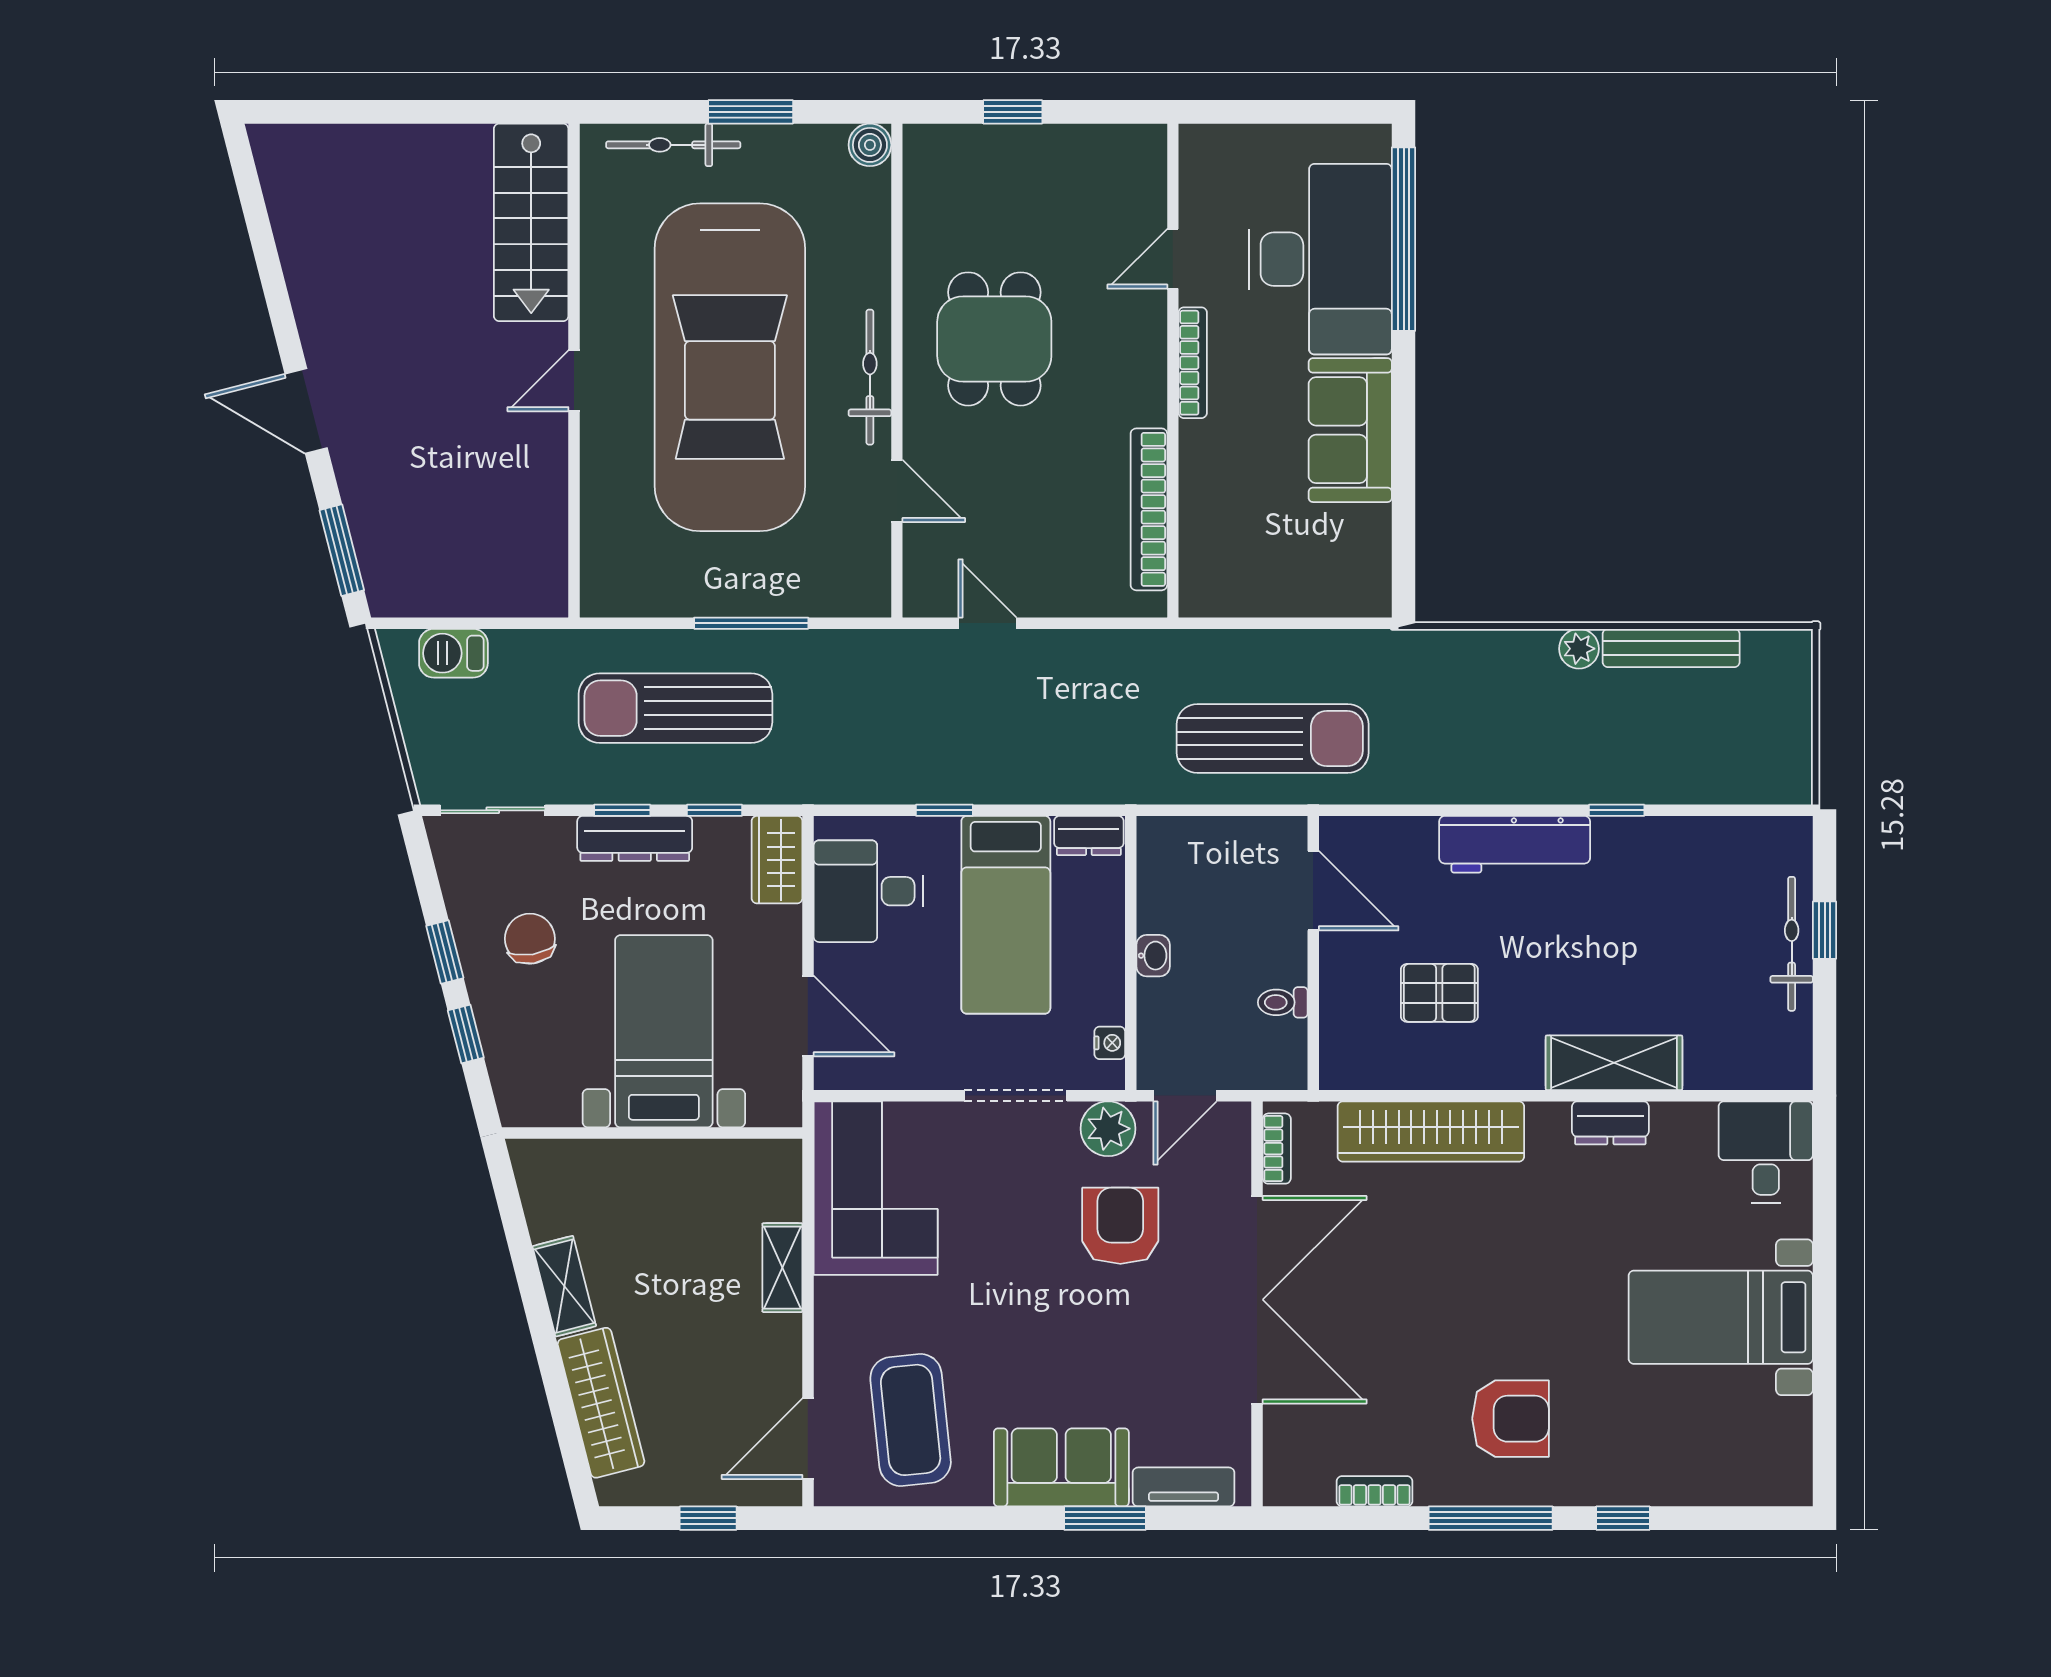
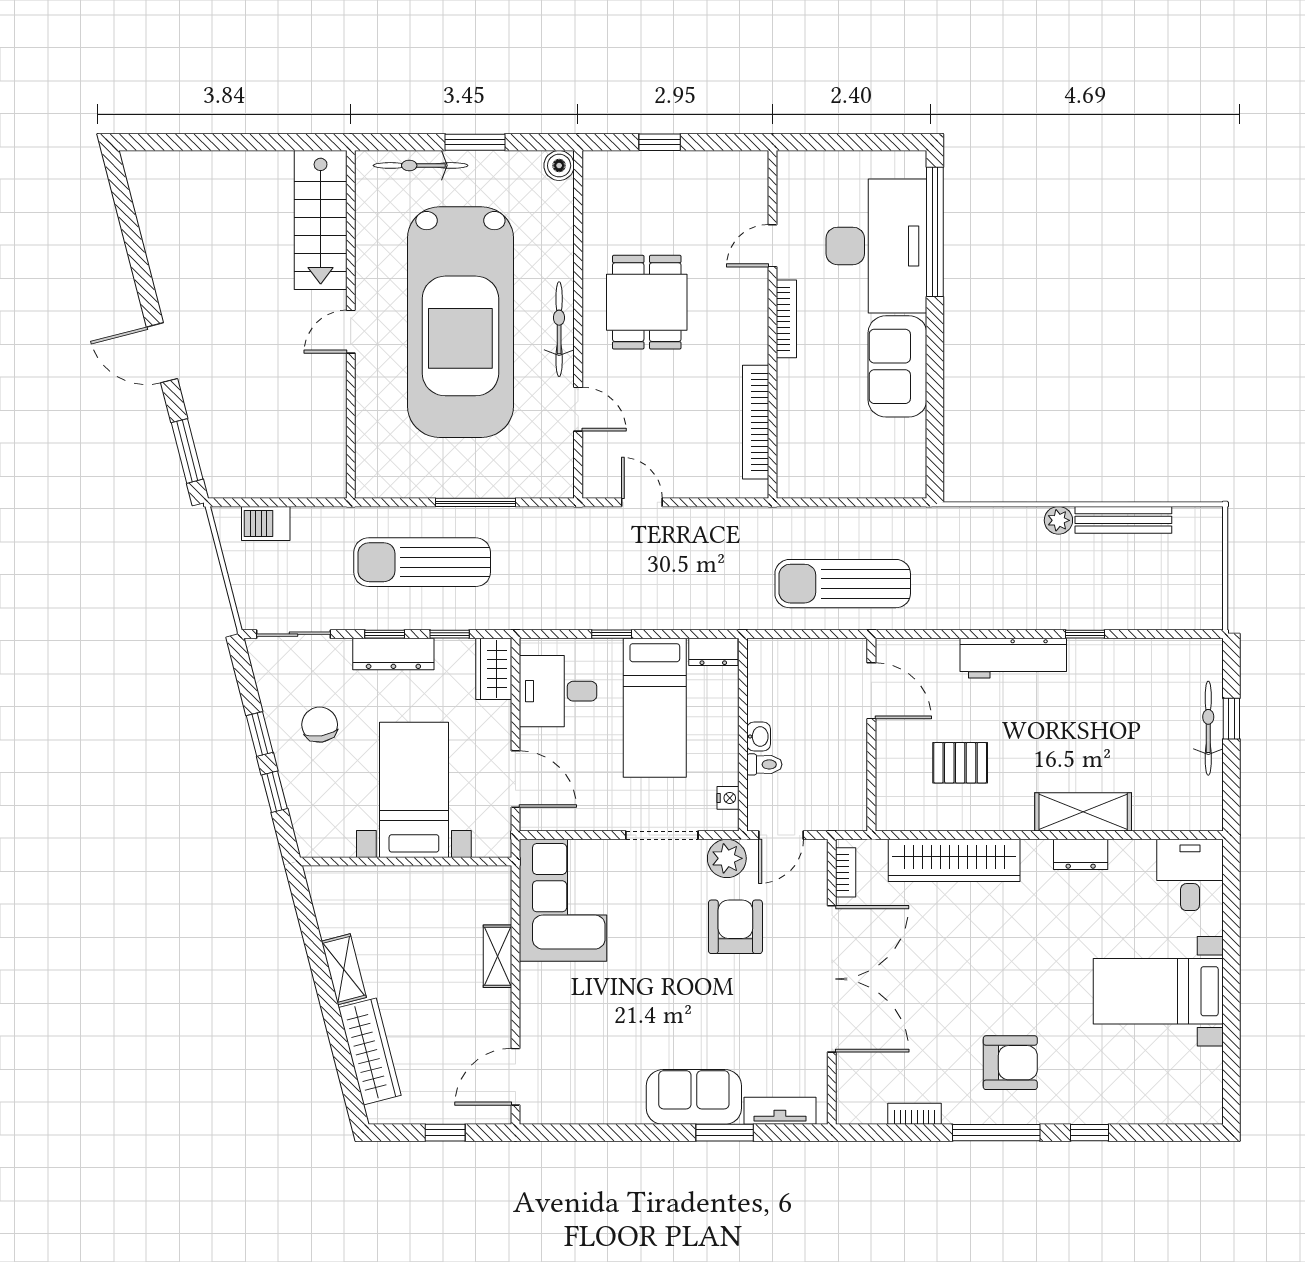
sun lounger: (1273, 738) -> (843, 584), turned 180
toilet: (1283, 1002) -> (764, 764), moved, turned 180
coffee table: (911, 1420) -> (588, 1064), removed

